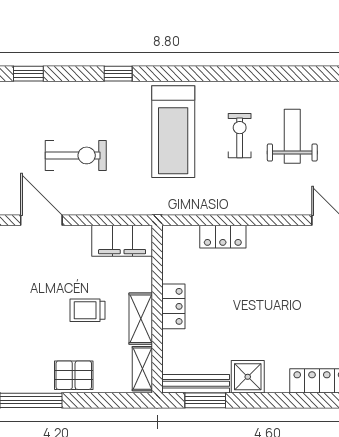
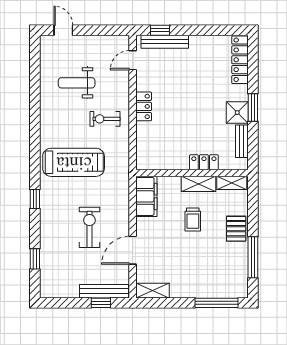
exercise bike: (240, 136) -> (105, 119), moved
locker: (223, 237) -> (144, 106), moved
locker: (173, 306) -> (204, 162), moved
bench: (196, 384) -> (242, 141), width x0.73
window: (205, 400) -> (253, 108), moved

